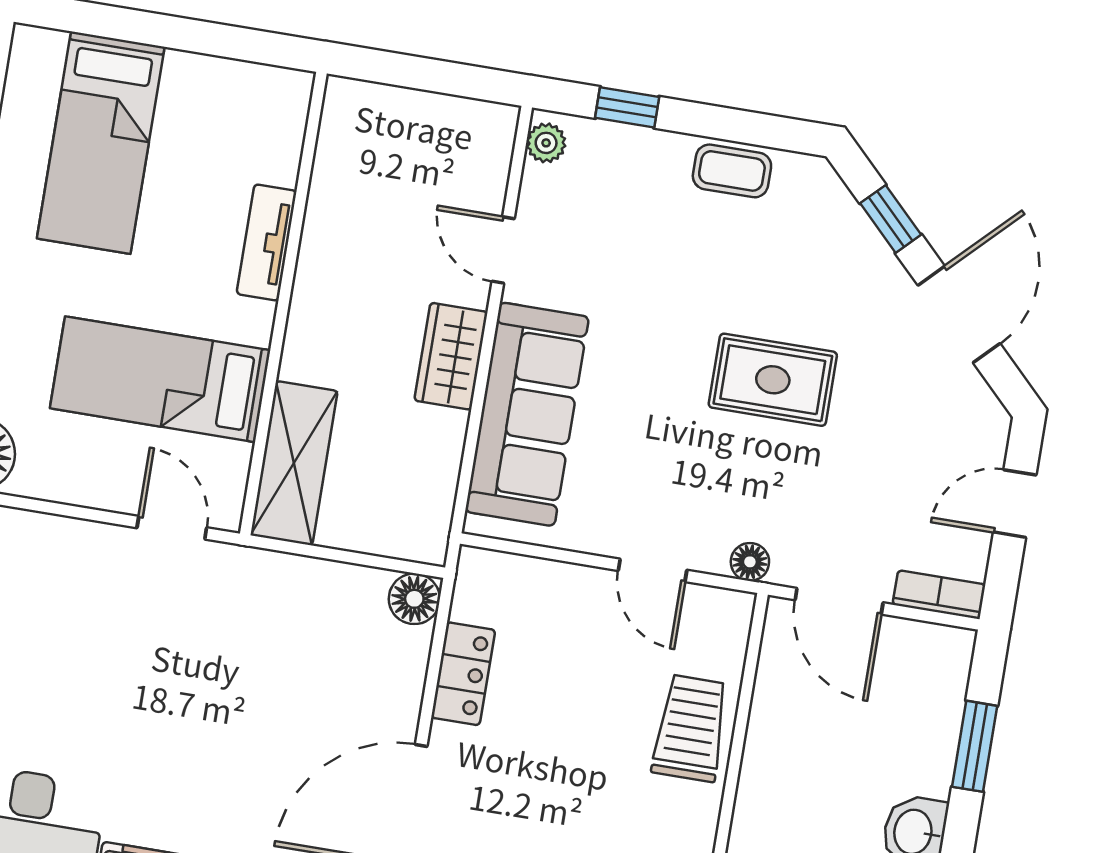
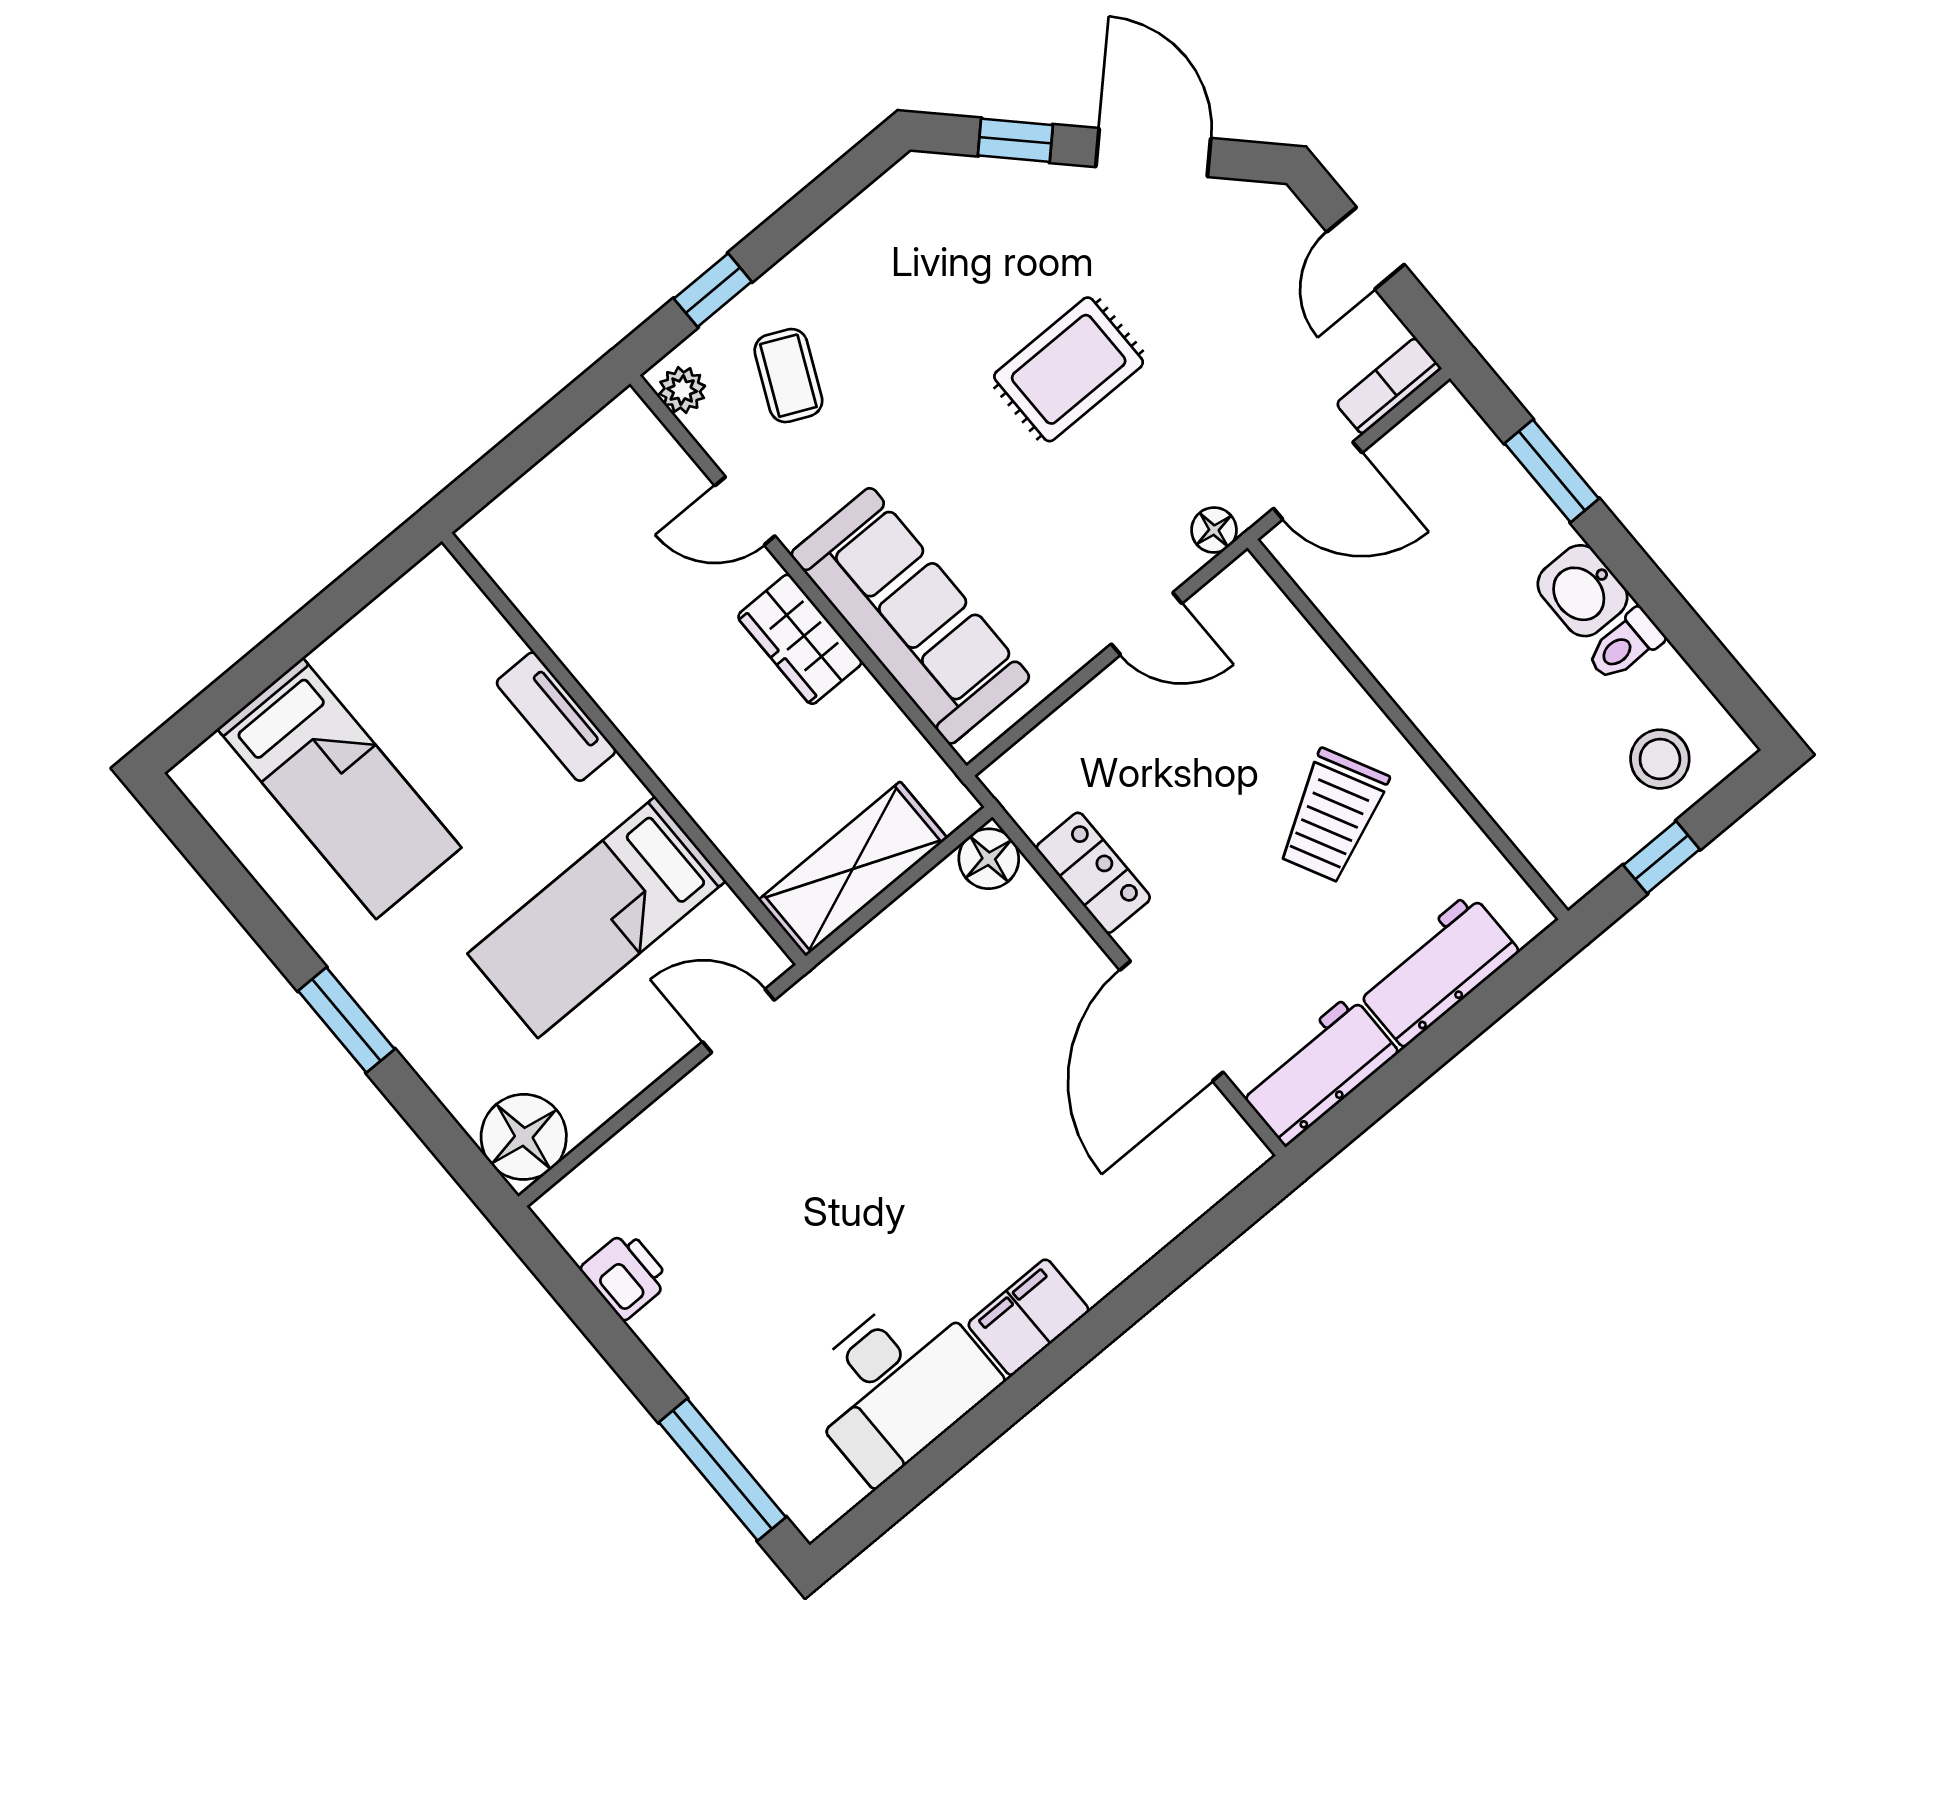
coffee table: (732, 171) -> (788, 376), moved, turned -65
shelving: (294, 463) -> (853, 869), moved, turned 90
trolley: (691, 728) -> (1333, 816), moved, turned -117

